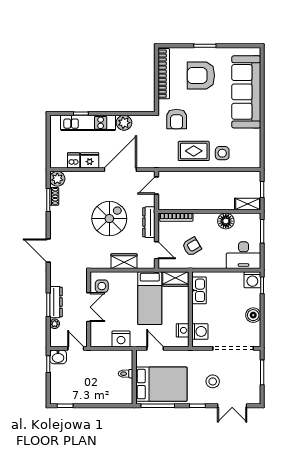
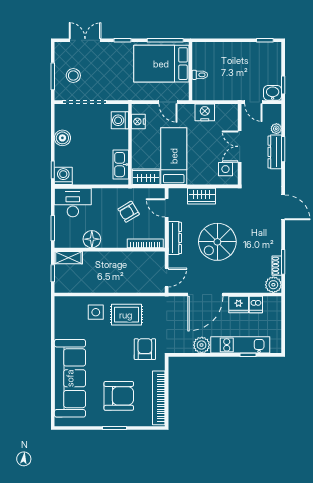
stool: (213, 381) -> (73, 75), moved

